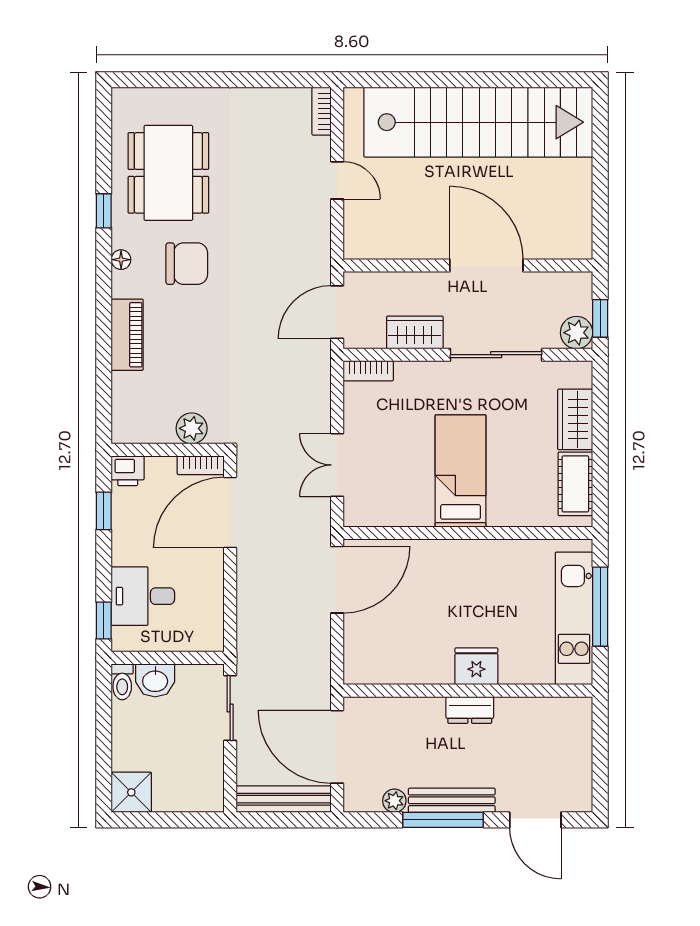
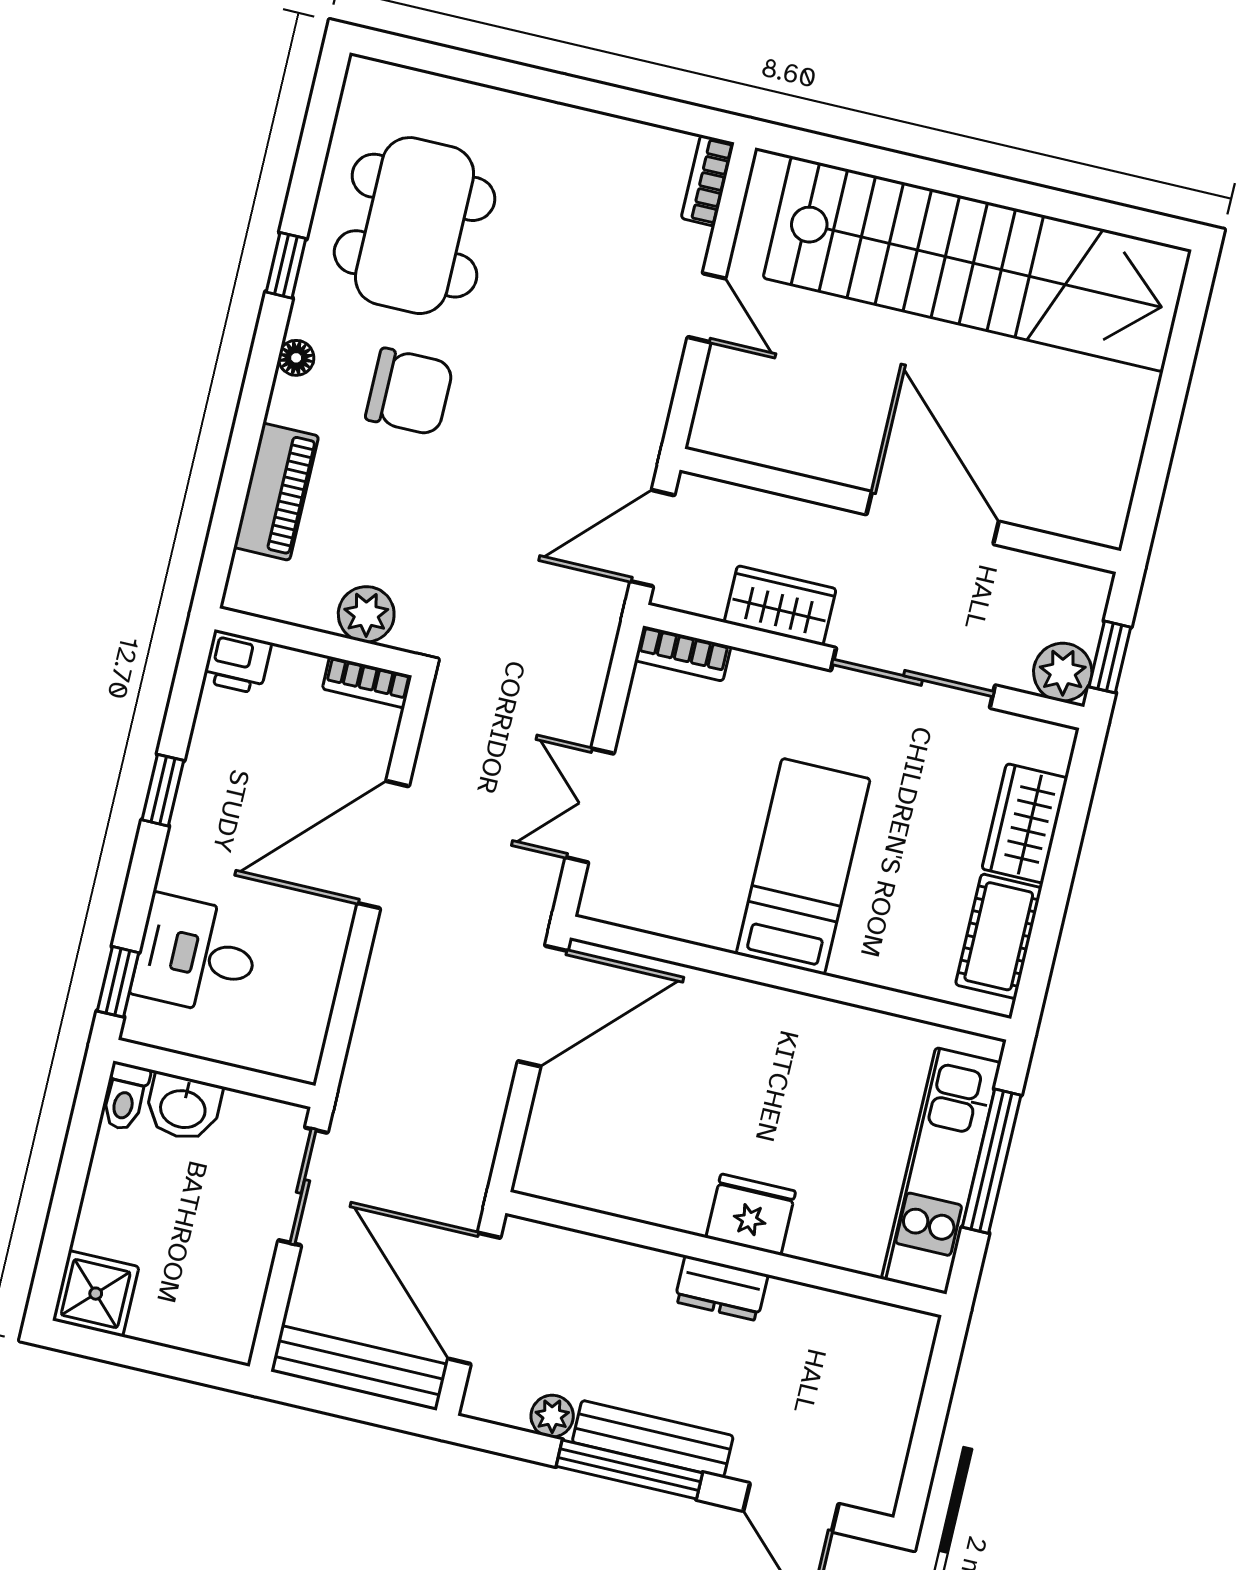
plant: (192, 428) -> (366, 614), moved
wall: (168, 450) -> (316, 642), moved
bookcase: (201, 465) -> (367, 682), moved
printer: (128, 471) -> (237, 662), moved

